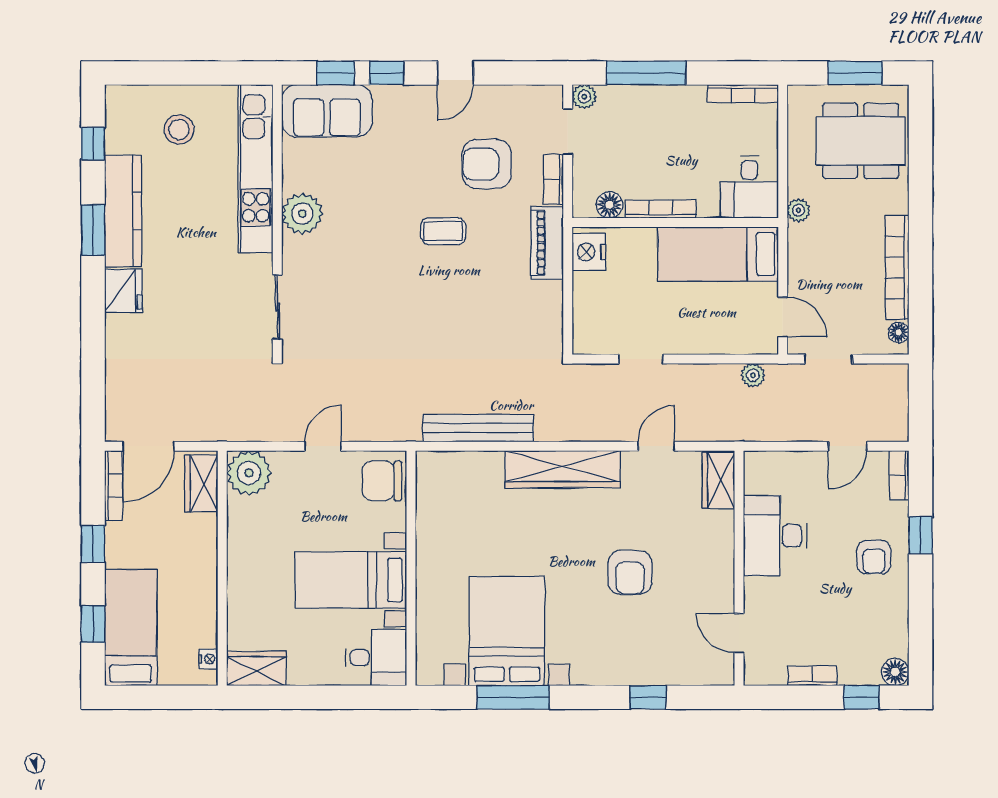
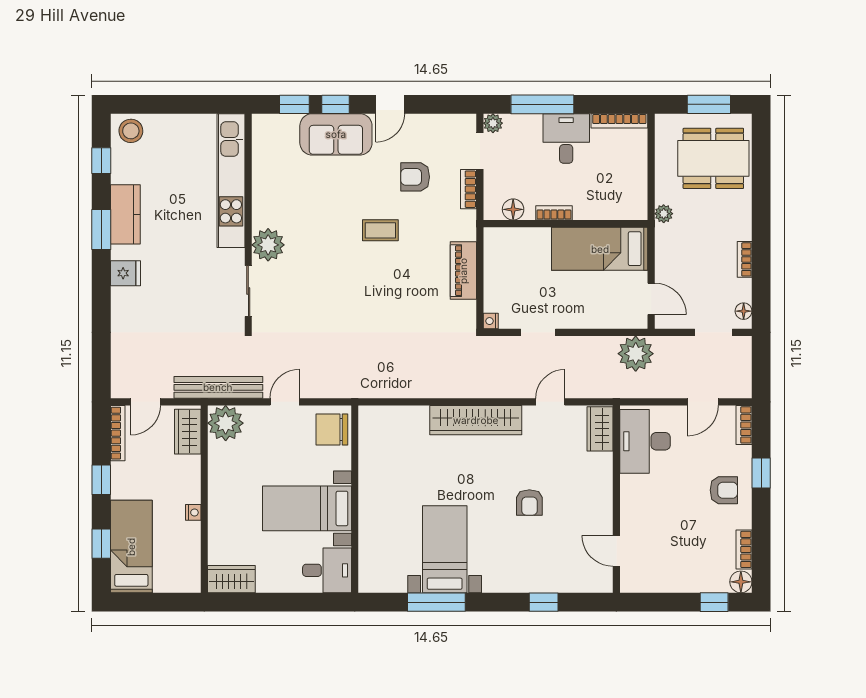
sofa: (327, 111) -> (336, 134), moved
stool: (179, 130) -> (131, 131), moved
armchair: (487, 164) -> (415, 177), width x0.72, depth x0.72
desk: (749, 187) -> (566, 138), moved, turned 180
bookcase: (661, 209) -> (554, 213), width x0.64
kitchen counter: (123, 211) -> (125, 214), width x0.67
plant: (302, 214) -> (268, 245), moved
piano: (547, 243) -> (463, 271), moved
nightstand: (589, 252) -> (491, 321), moved, width x0.53, depth x0.56
bookcase: (897, 268) -> (745, 259), width x0.43, depth x0.76
fridge: (123, 291) -> (125, 273), width x0.72
doorway: (829, 359) -> (713, 332), moved
plant: (753, 375) -> (636, 354), width x1.88, depth x1.88
bench: (478, 428) -> (218, 387), moved
door: (148, 446) -> (146, 402), width x0.73
desk: (775, 536) -> (645, 441), moved
armchair: (874, 557) -> (724, 490), turned -90
armchair: (630, 572) -> (529, 503), width x0.72, depth x0.72
bed with nightstands: (507, 631) -> (445, 549), width x0.73
nightstand: (208, 659) -> (193, 512), moved
bookcase: (812, 676) -> (744, 549), moved, turned -90

